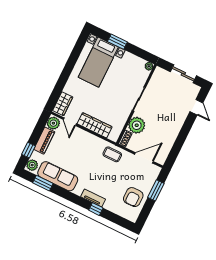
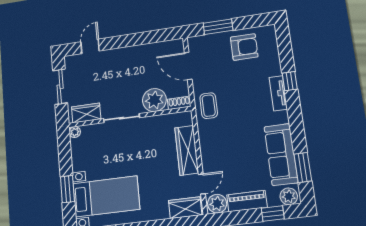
wardrobe: (156, 80) -> (86, 113), added

